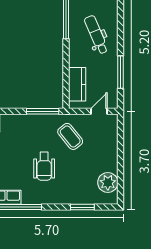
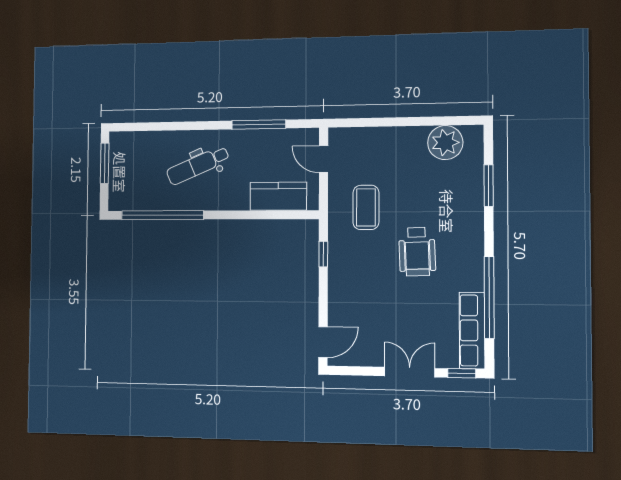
window: (43, 111) -> (323, 254), width x0.46
coffee table: (70, 136) -> (366, 207), turned -51
wheelchair: (44, 166) -> (417, 252), turned 88

